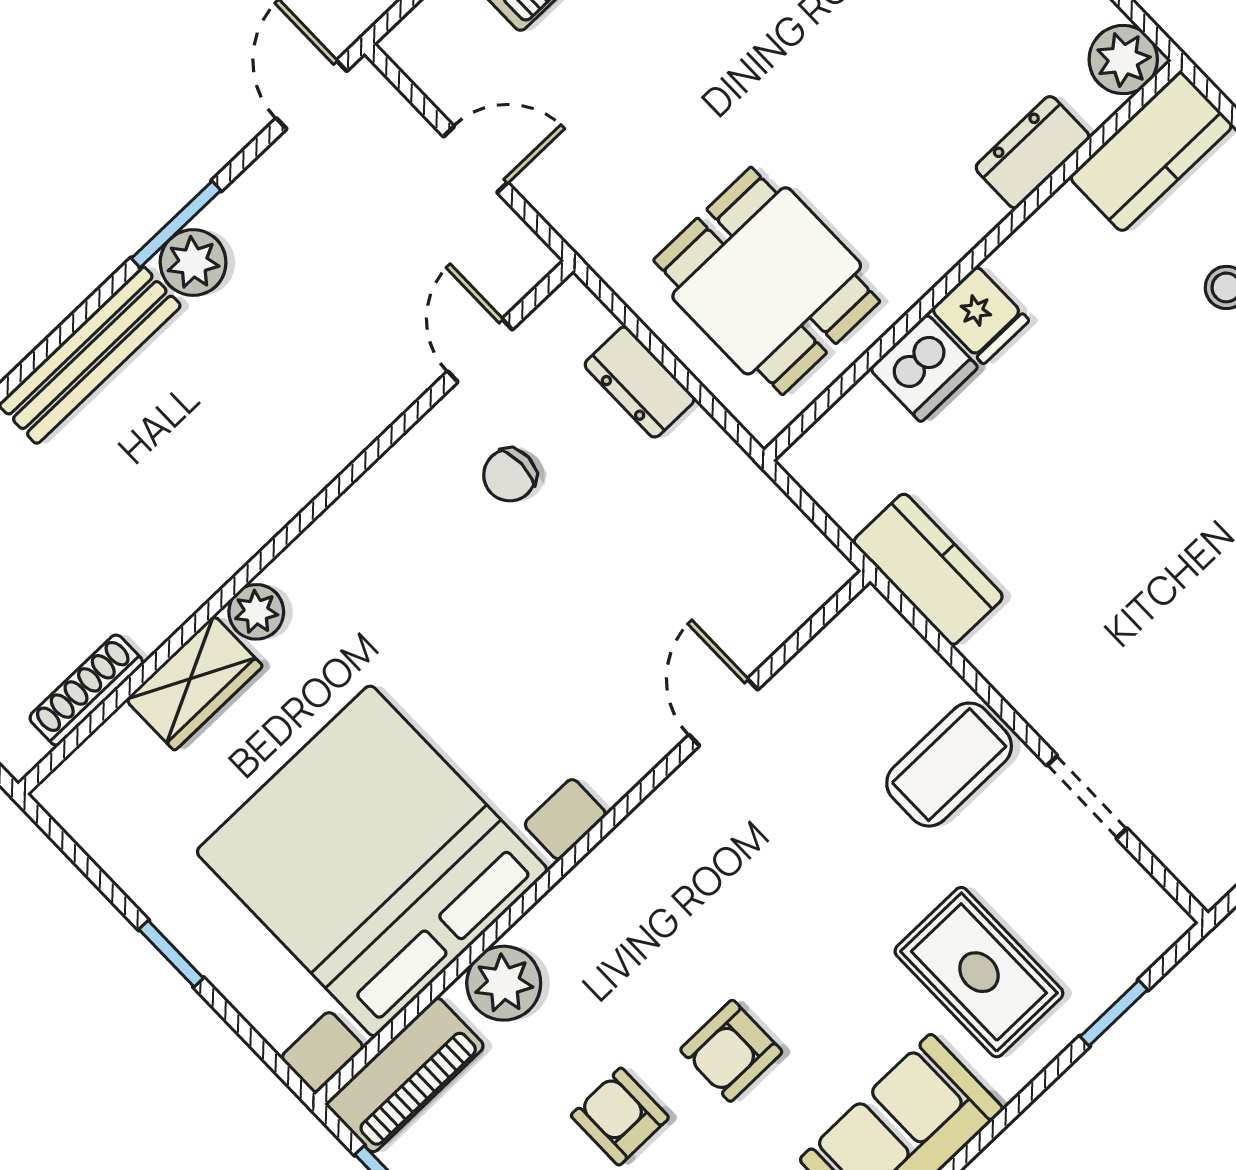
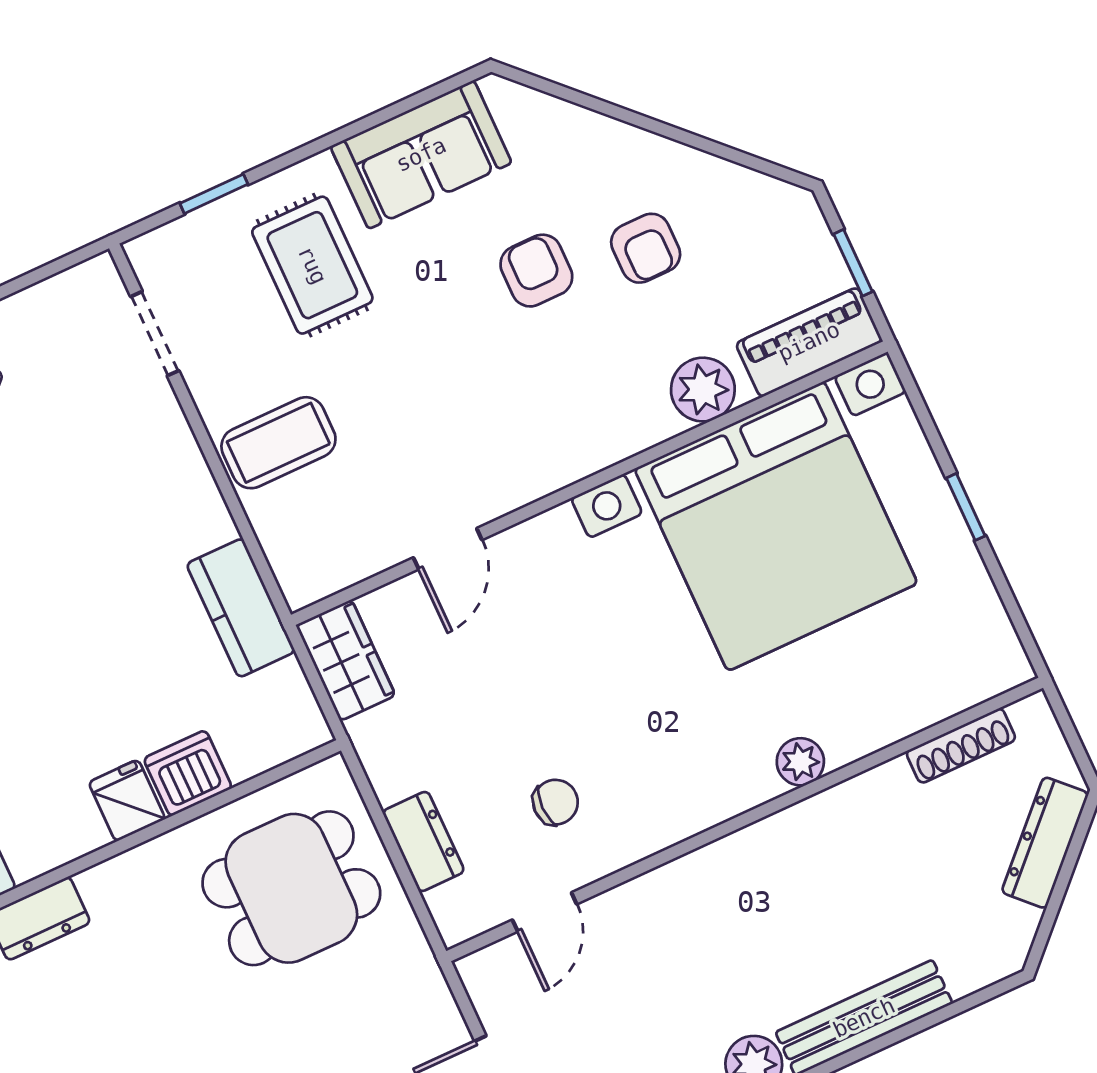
dining table: (767, 281) -> (291, 888), turned 90
wardrobe: (194, 683) -> (346, 660), moved, turned 90
doorway: (1087, 797) -> (155, 334), moved
armchair: (731, 1051) -> (536, 271), turned -90

